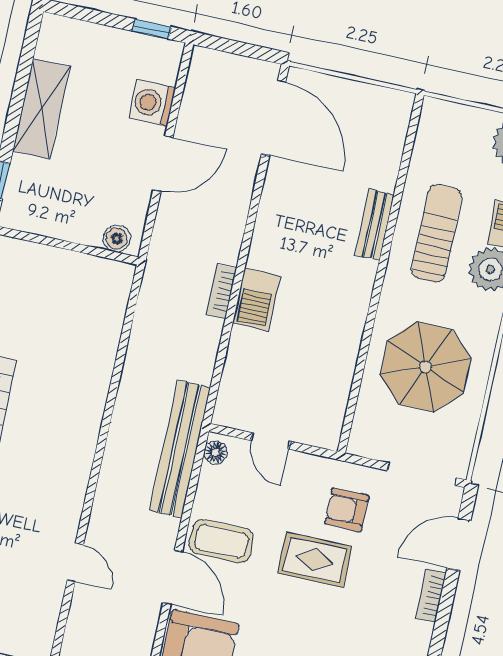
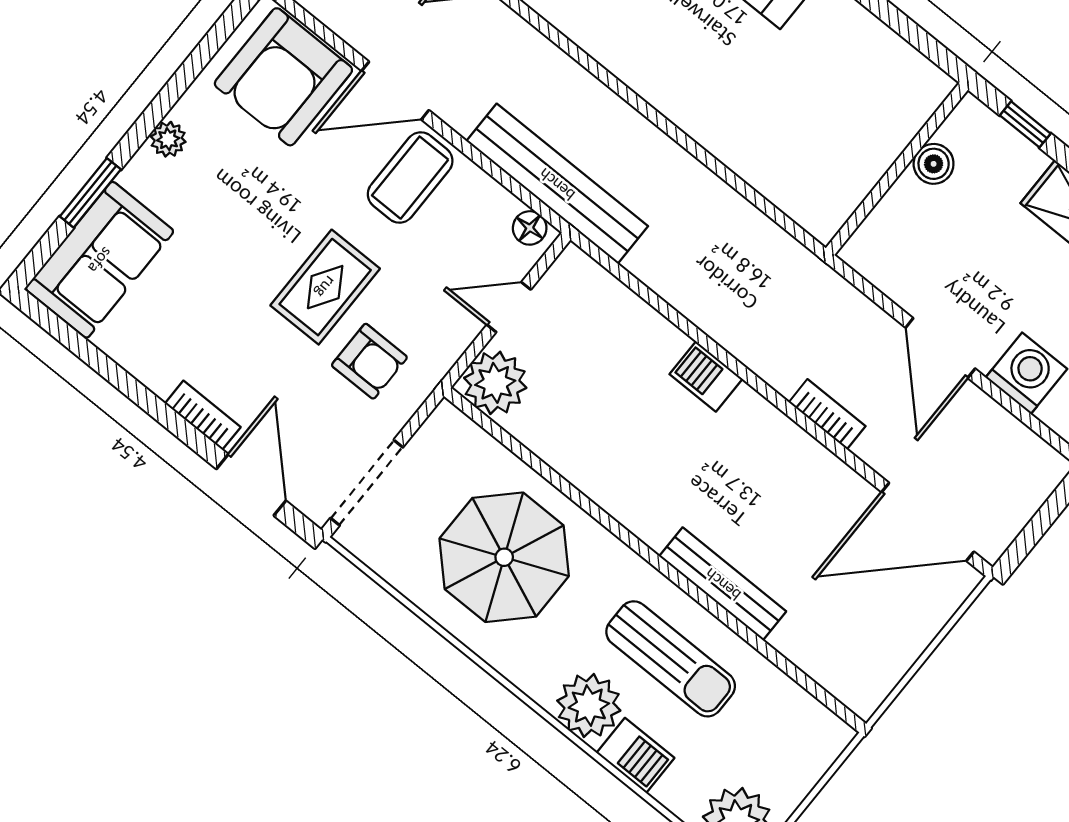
bench: (375, 225) -> (723, 584), width x1.36
boiler: (117, 238) -> (934, 164), moved
bookcase: (221, 291) -> (827, 414), moved
barbecue: (256, 299) -> (706, 376), width x0.73, depth x0.79
plant: (321, 426) -> (495, 383), added
armchair: (347, 510) -> (369, 361), turned 90

